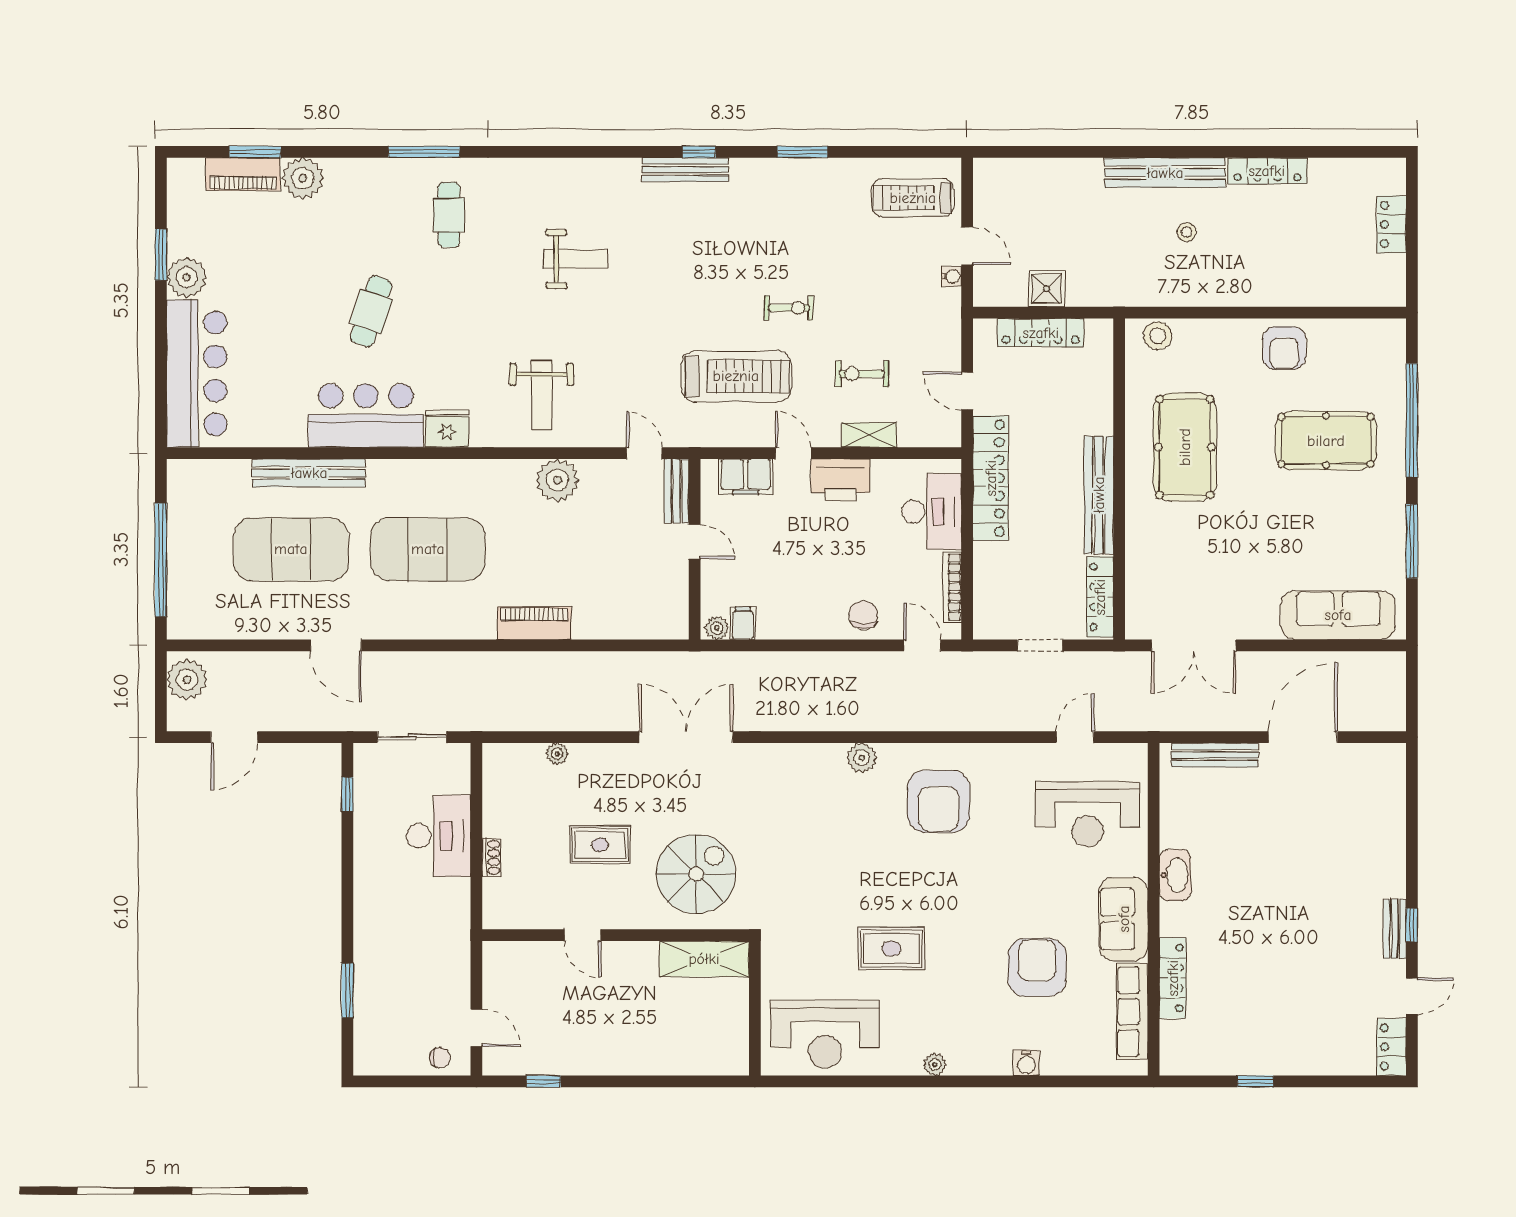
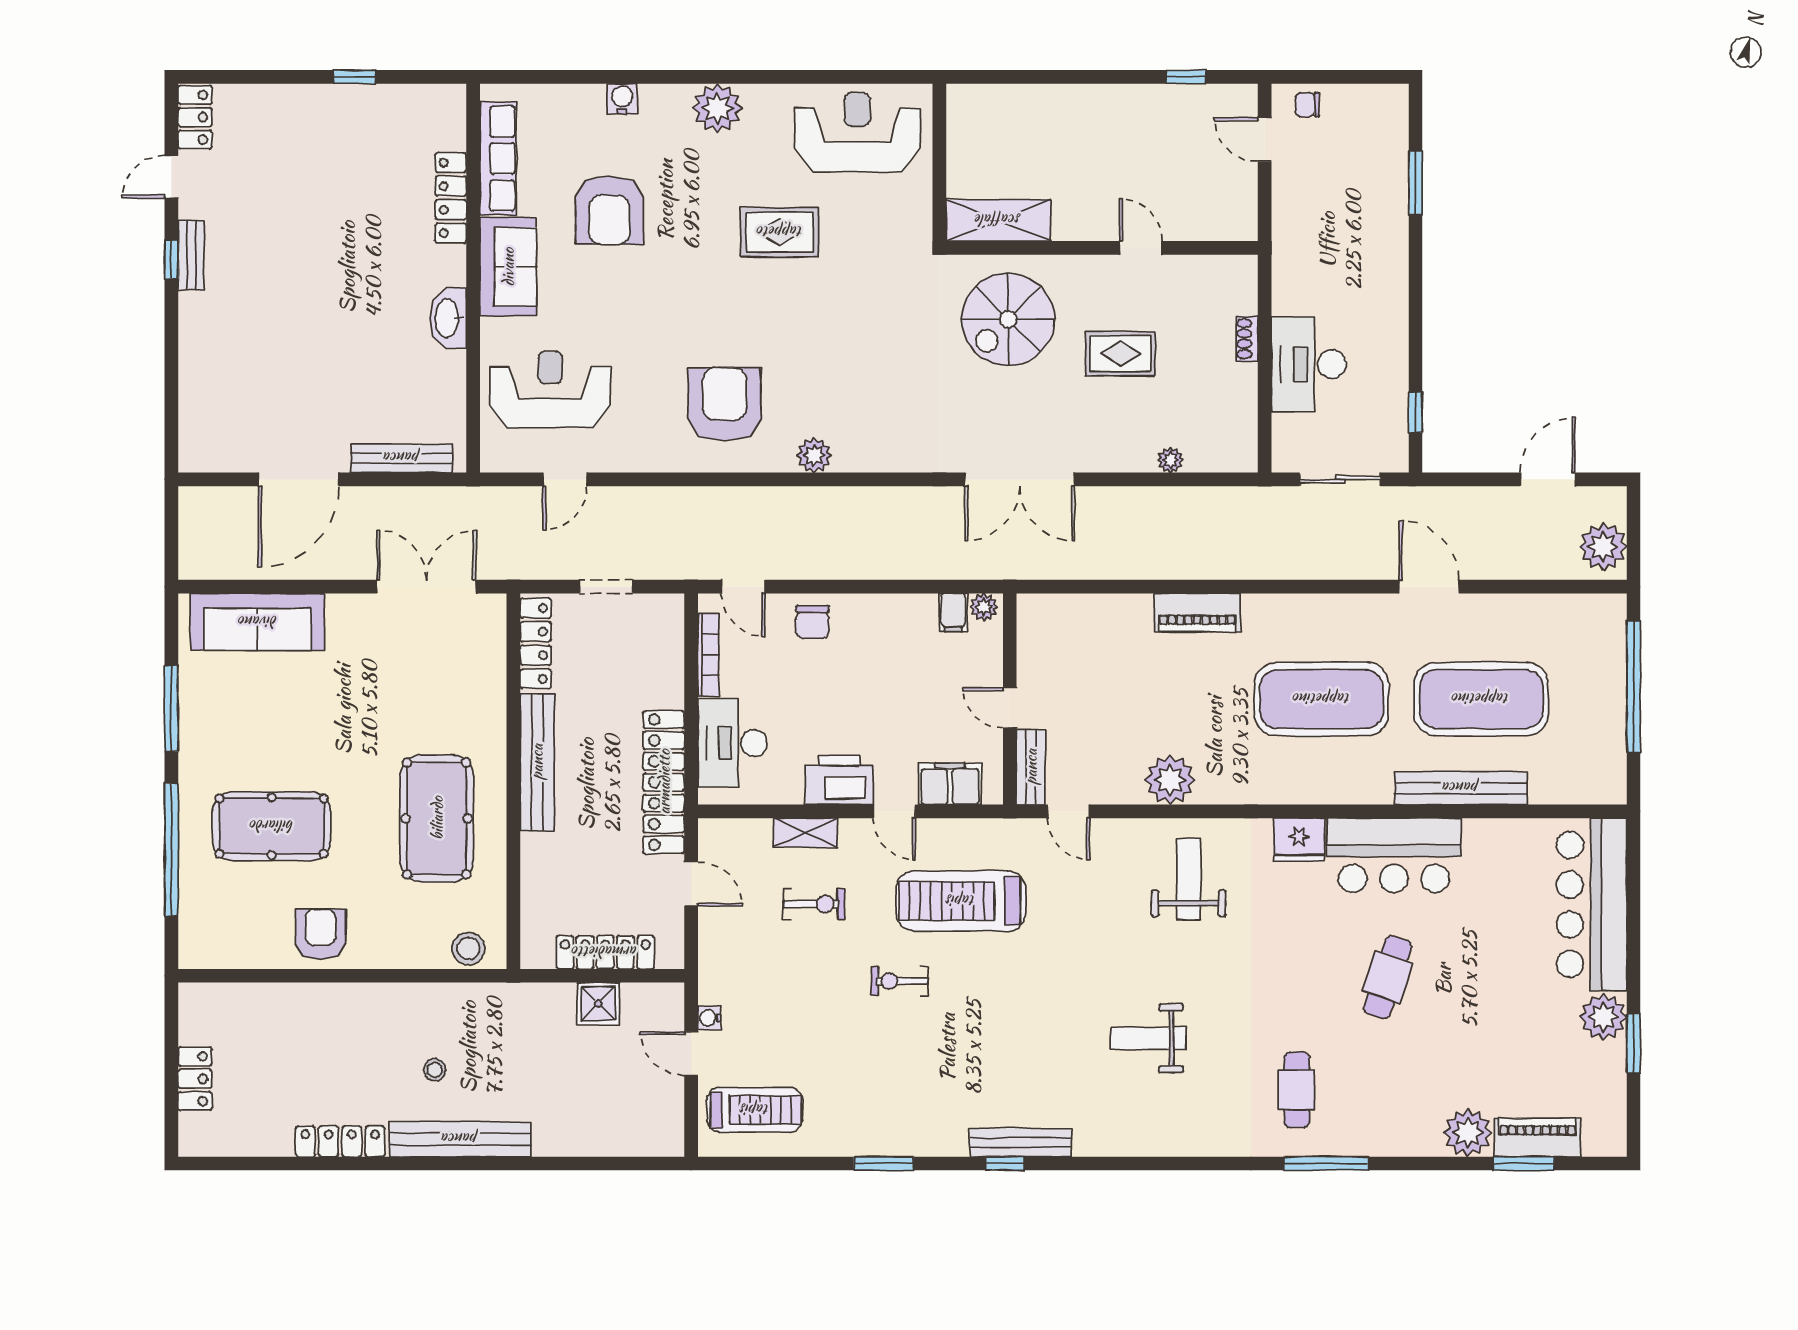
plant: (935, 1065) -> (717, 108), width x1.87, depth x1.87

